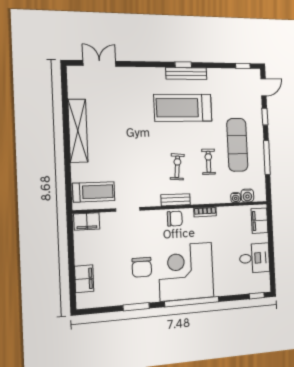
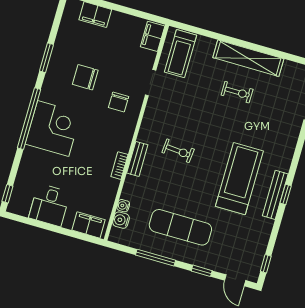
exercise bike: (209, 162) -> (237, 92), moved
bench: (176, 200) -> (137, 159), moved
chair: (175, 219) -> (119, 102), moved
corner desk: (186, 272) -> (53, 129), width x0.74, depth x0.74

